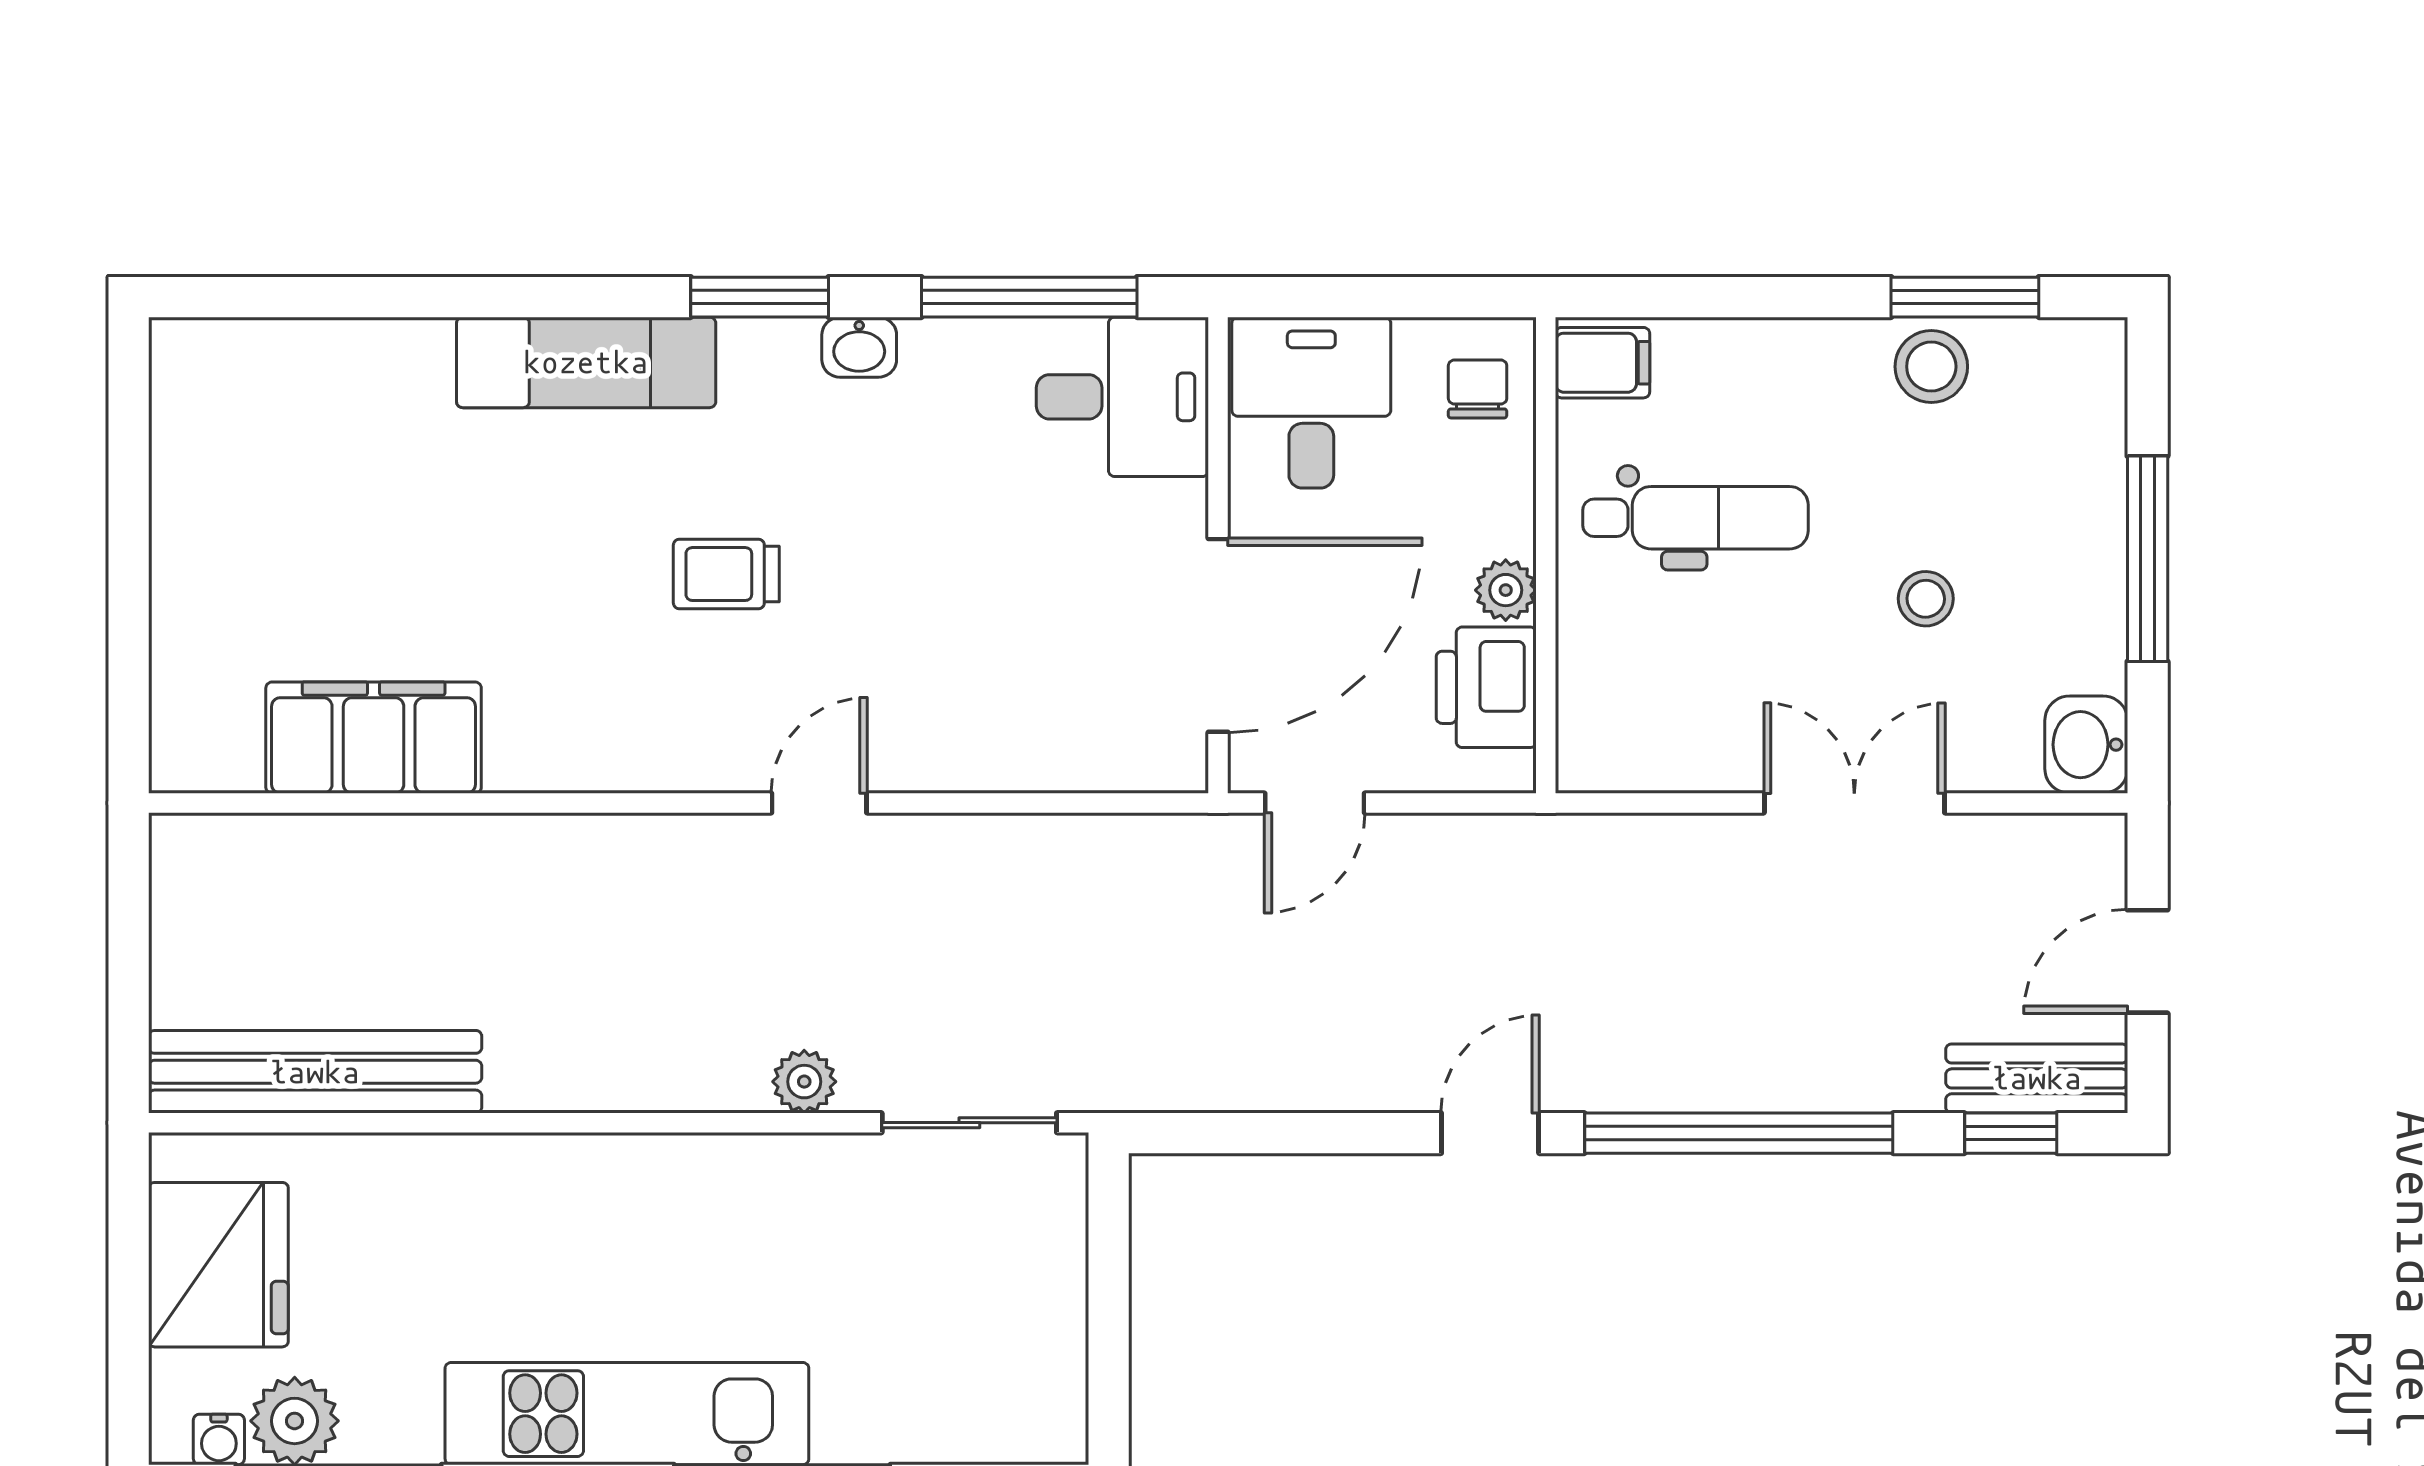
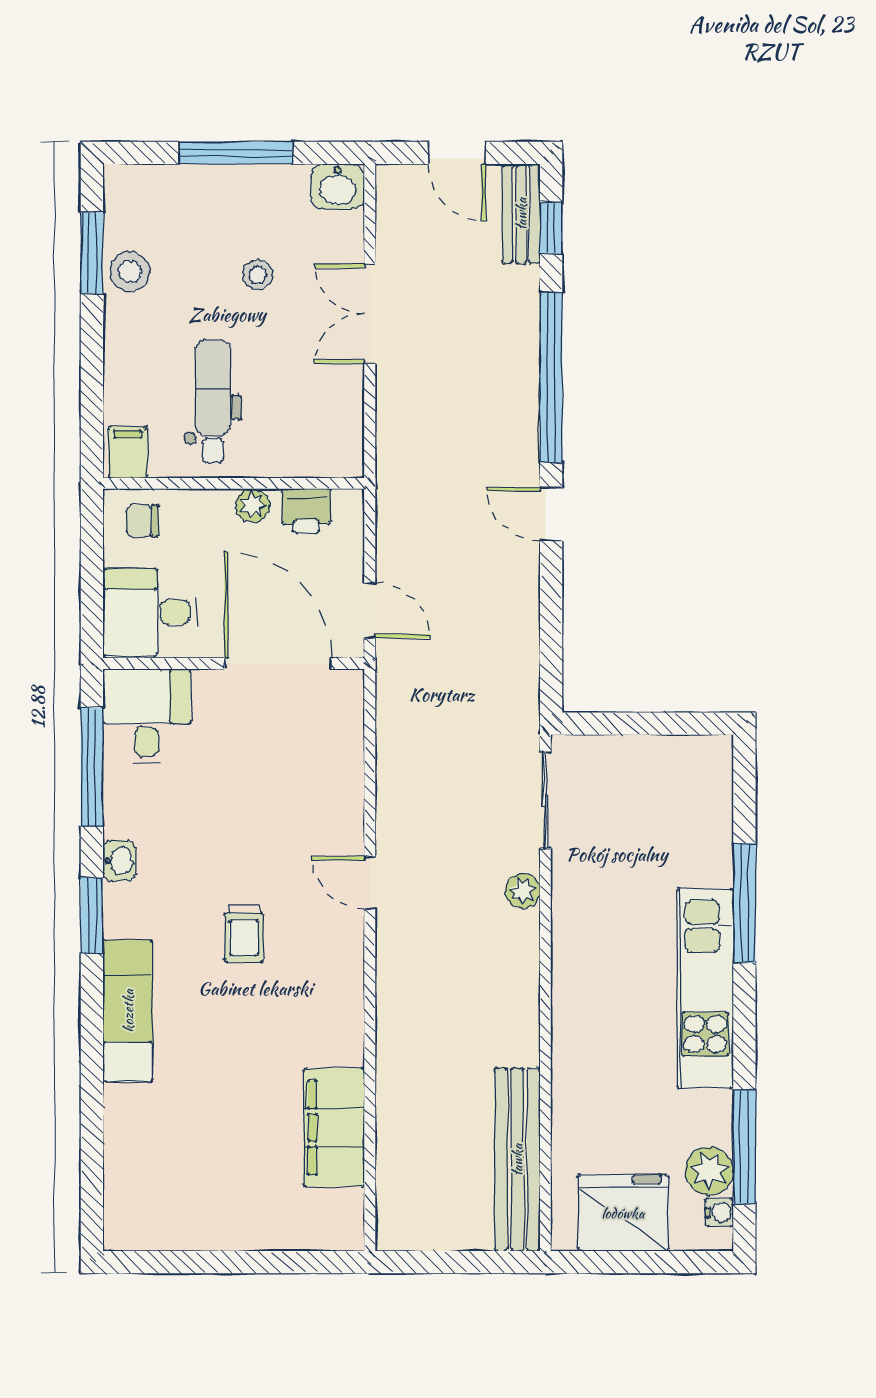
printer: (1486, 687) -> (306, 511), width x0.73, depth x0.81

